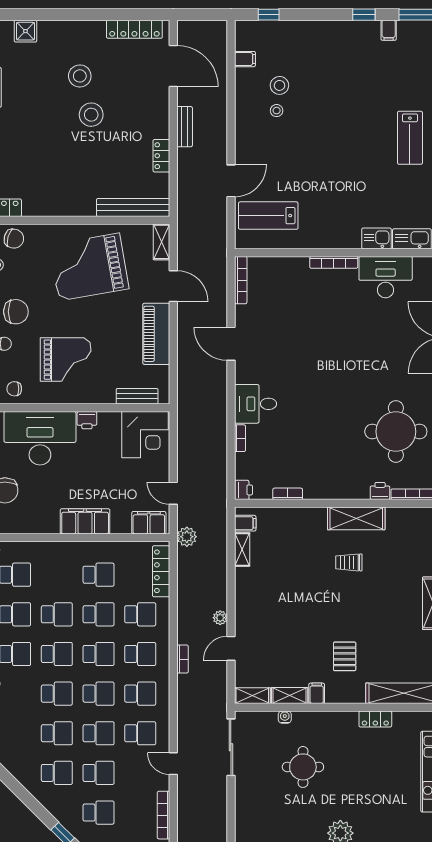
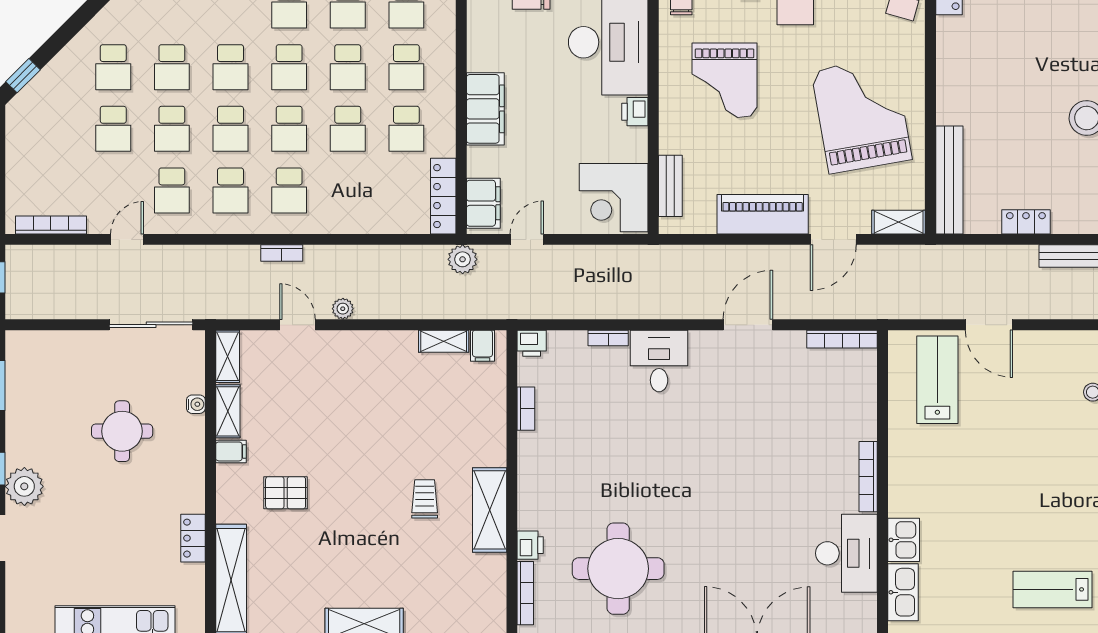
locker: (161, 571) -> (443, 196), moved, turned -90
school desk: (140, 614) -> (406, 67), moved
school desk: (99, 813) -> (55, 129), removed

